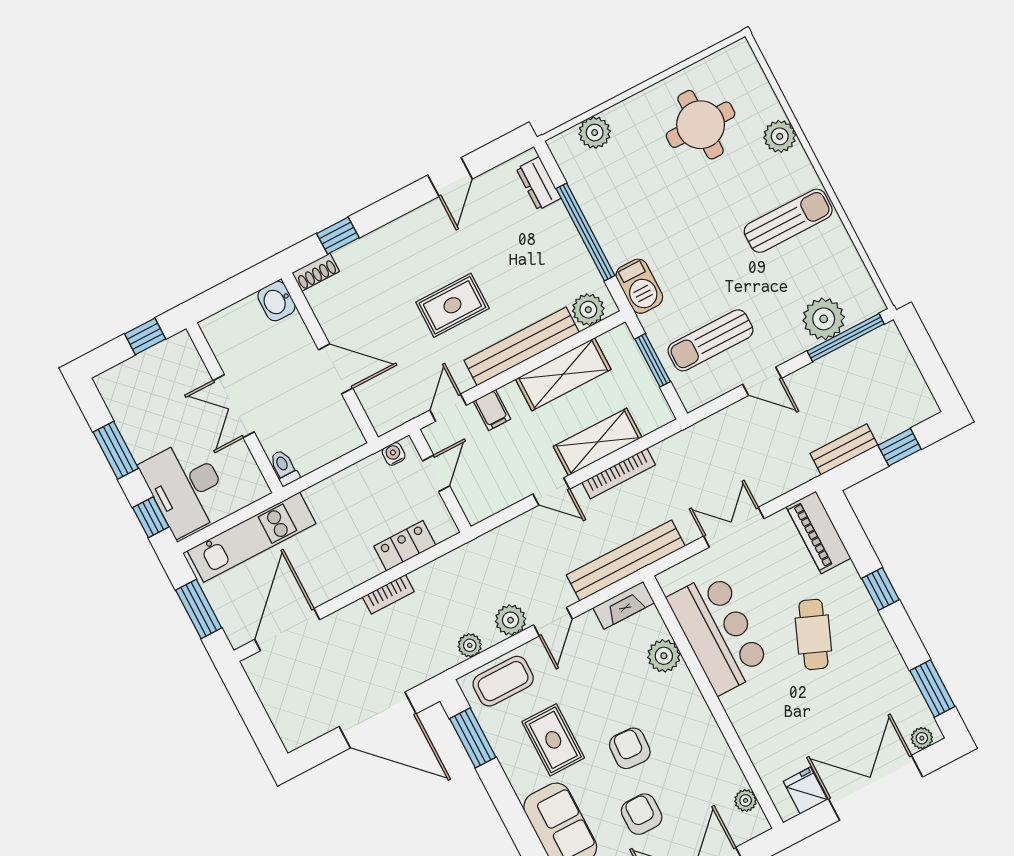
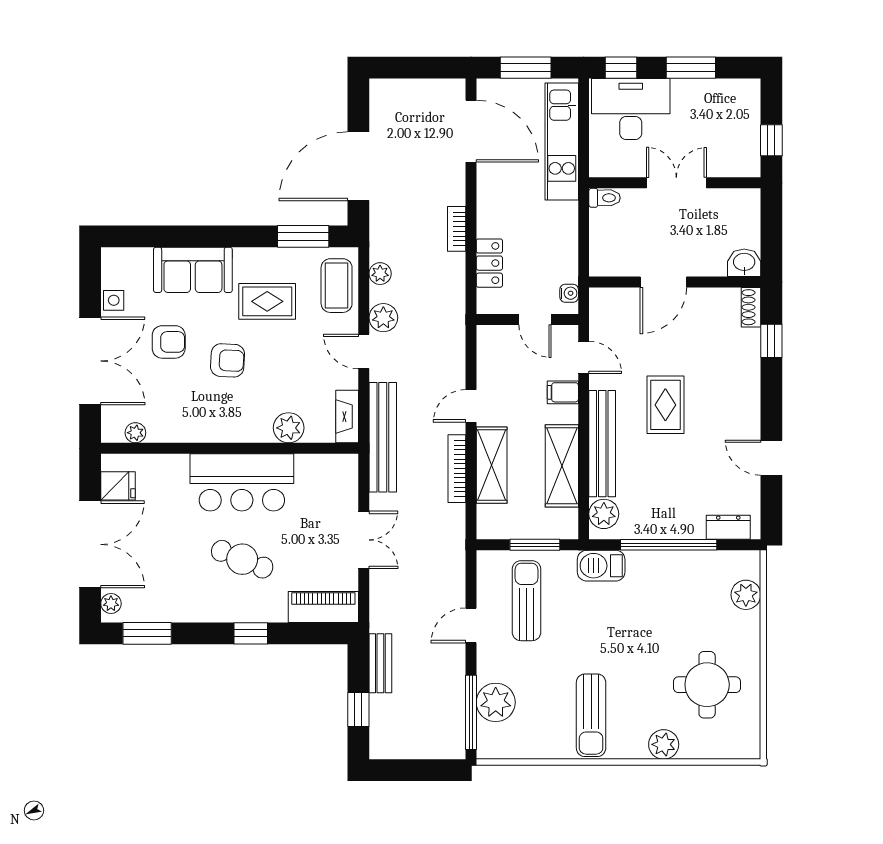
bar counter: (719, 633) -> (242, 482), moved

